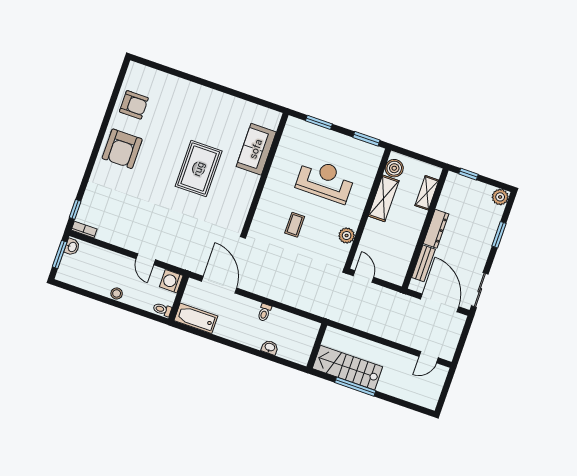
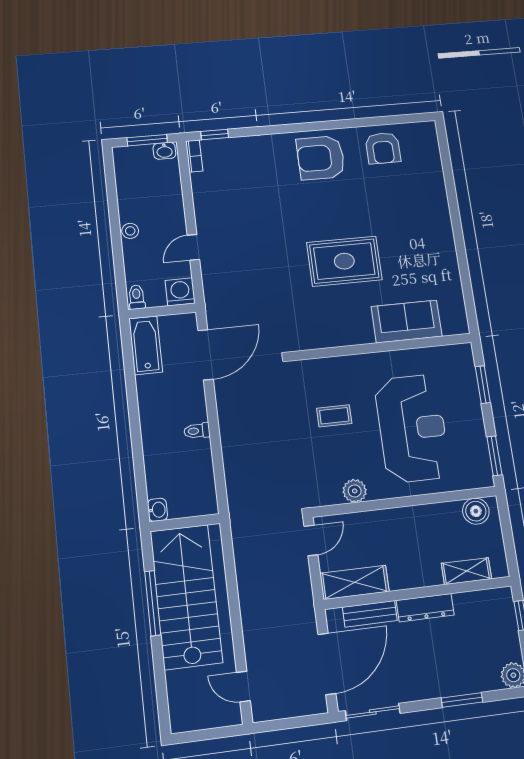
reception desk: (325, 181) -> (412, 428), width x1.36, depth x1.30
shelving: (384, 198) -> (355, 582), moved
washbasin: (270, 347) -> (157, 510), moved
stairs: (347, 368) -> (186, 596), width x1.36, depth x1.51

